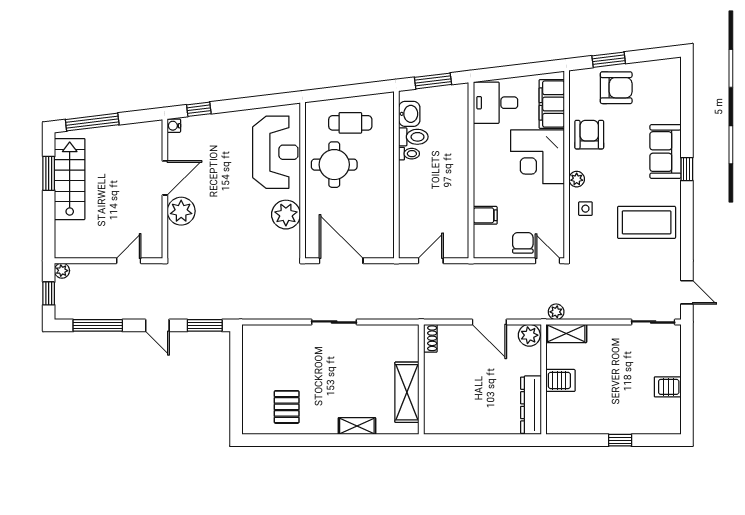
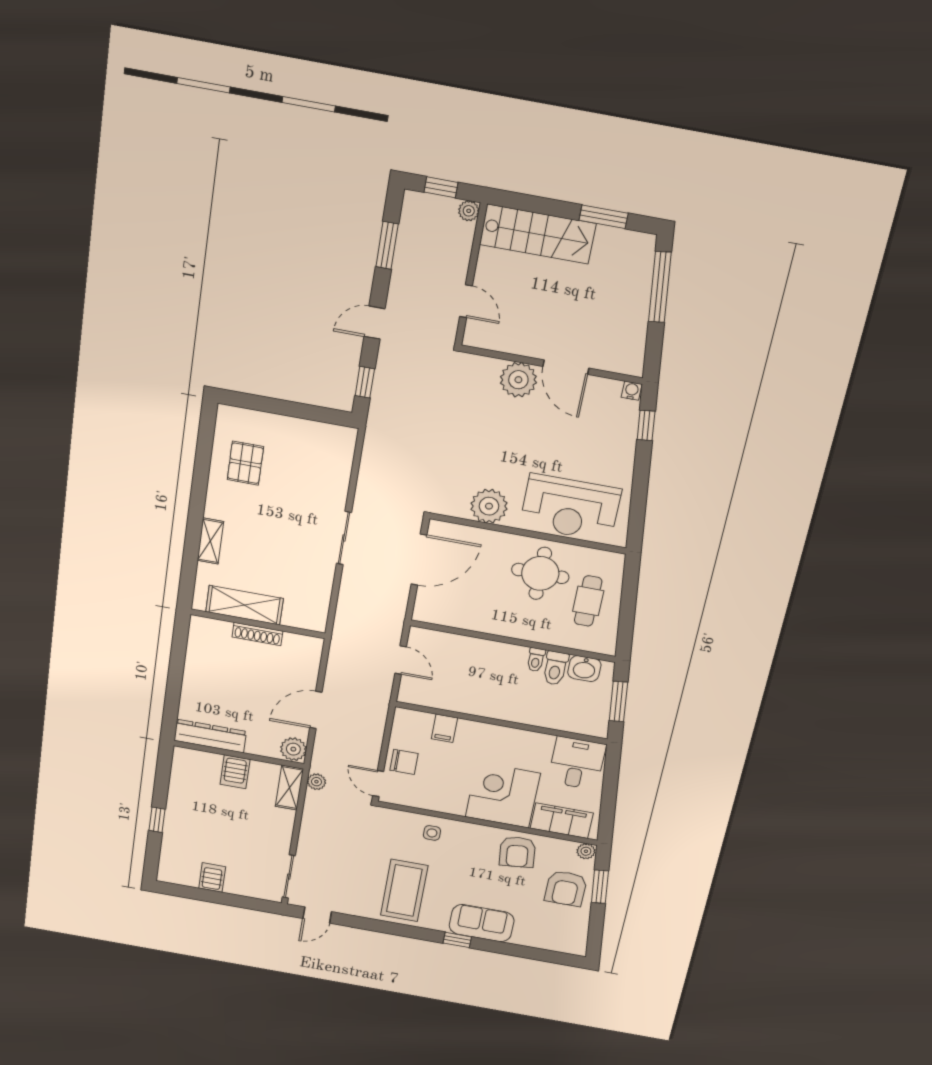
armchair: (589, 135) -> (517, 852), turned 84
stairs: (70, 179) -> (538, 234), moved
plant: (577, 179) -> (586, 851), moved
door: (548, 261) -> (378, 784), swing flipped
window: (98, 325) -> (387, 245), width x0.69
window: (205, 325) -> (365, 382), width x0.67
shoe rack: (430, 338) -> (257, 634), moved, width x1.43
pallet: (287, 407) -> (245, 463), turned 90

